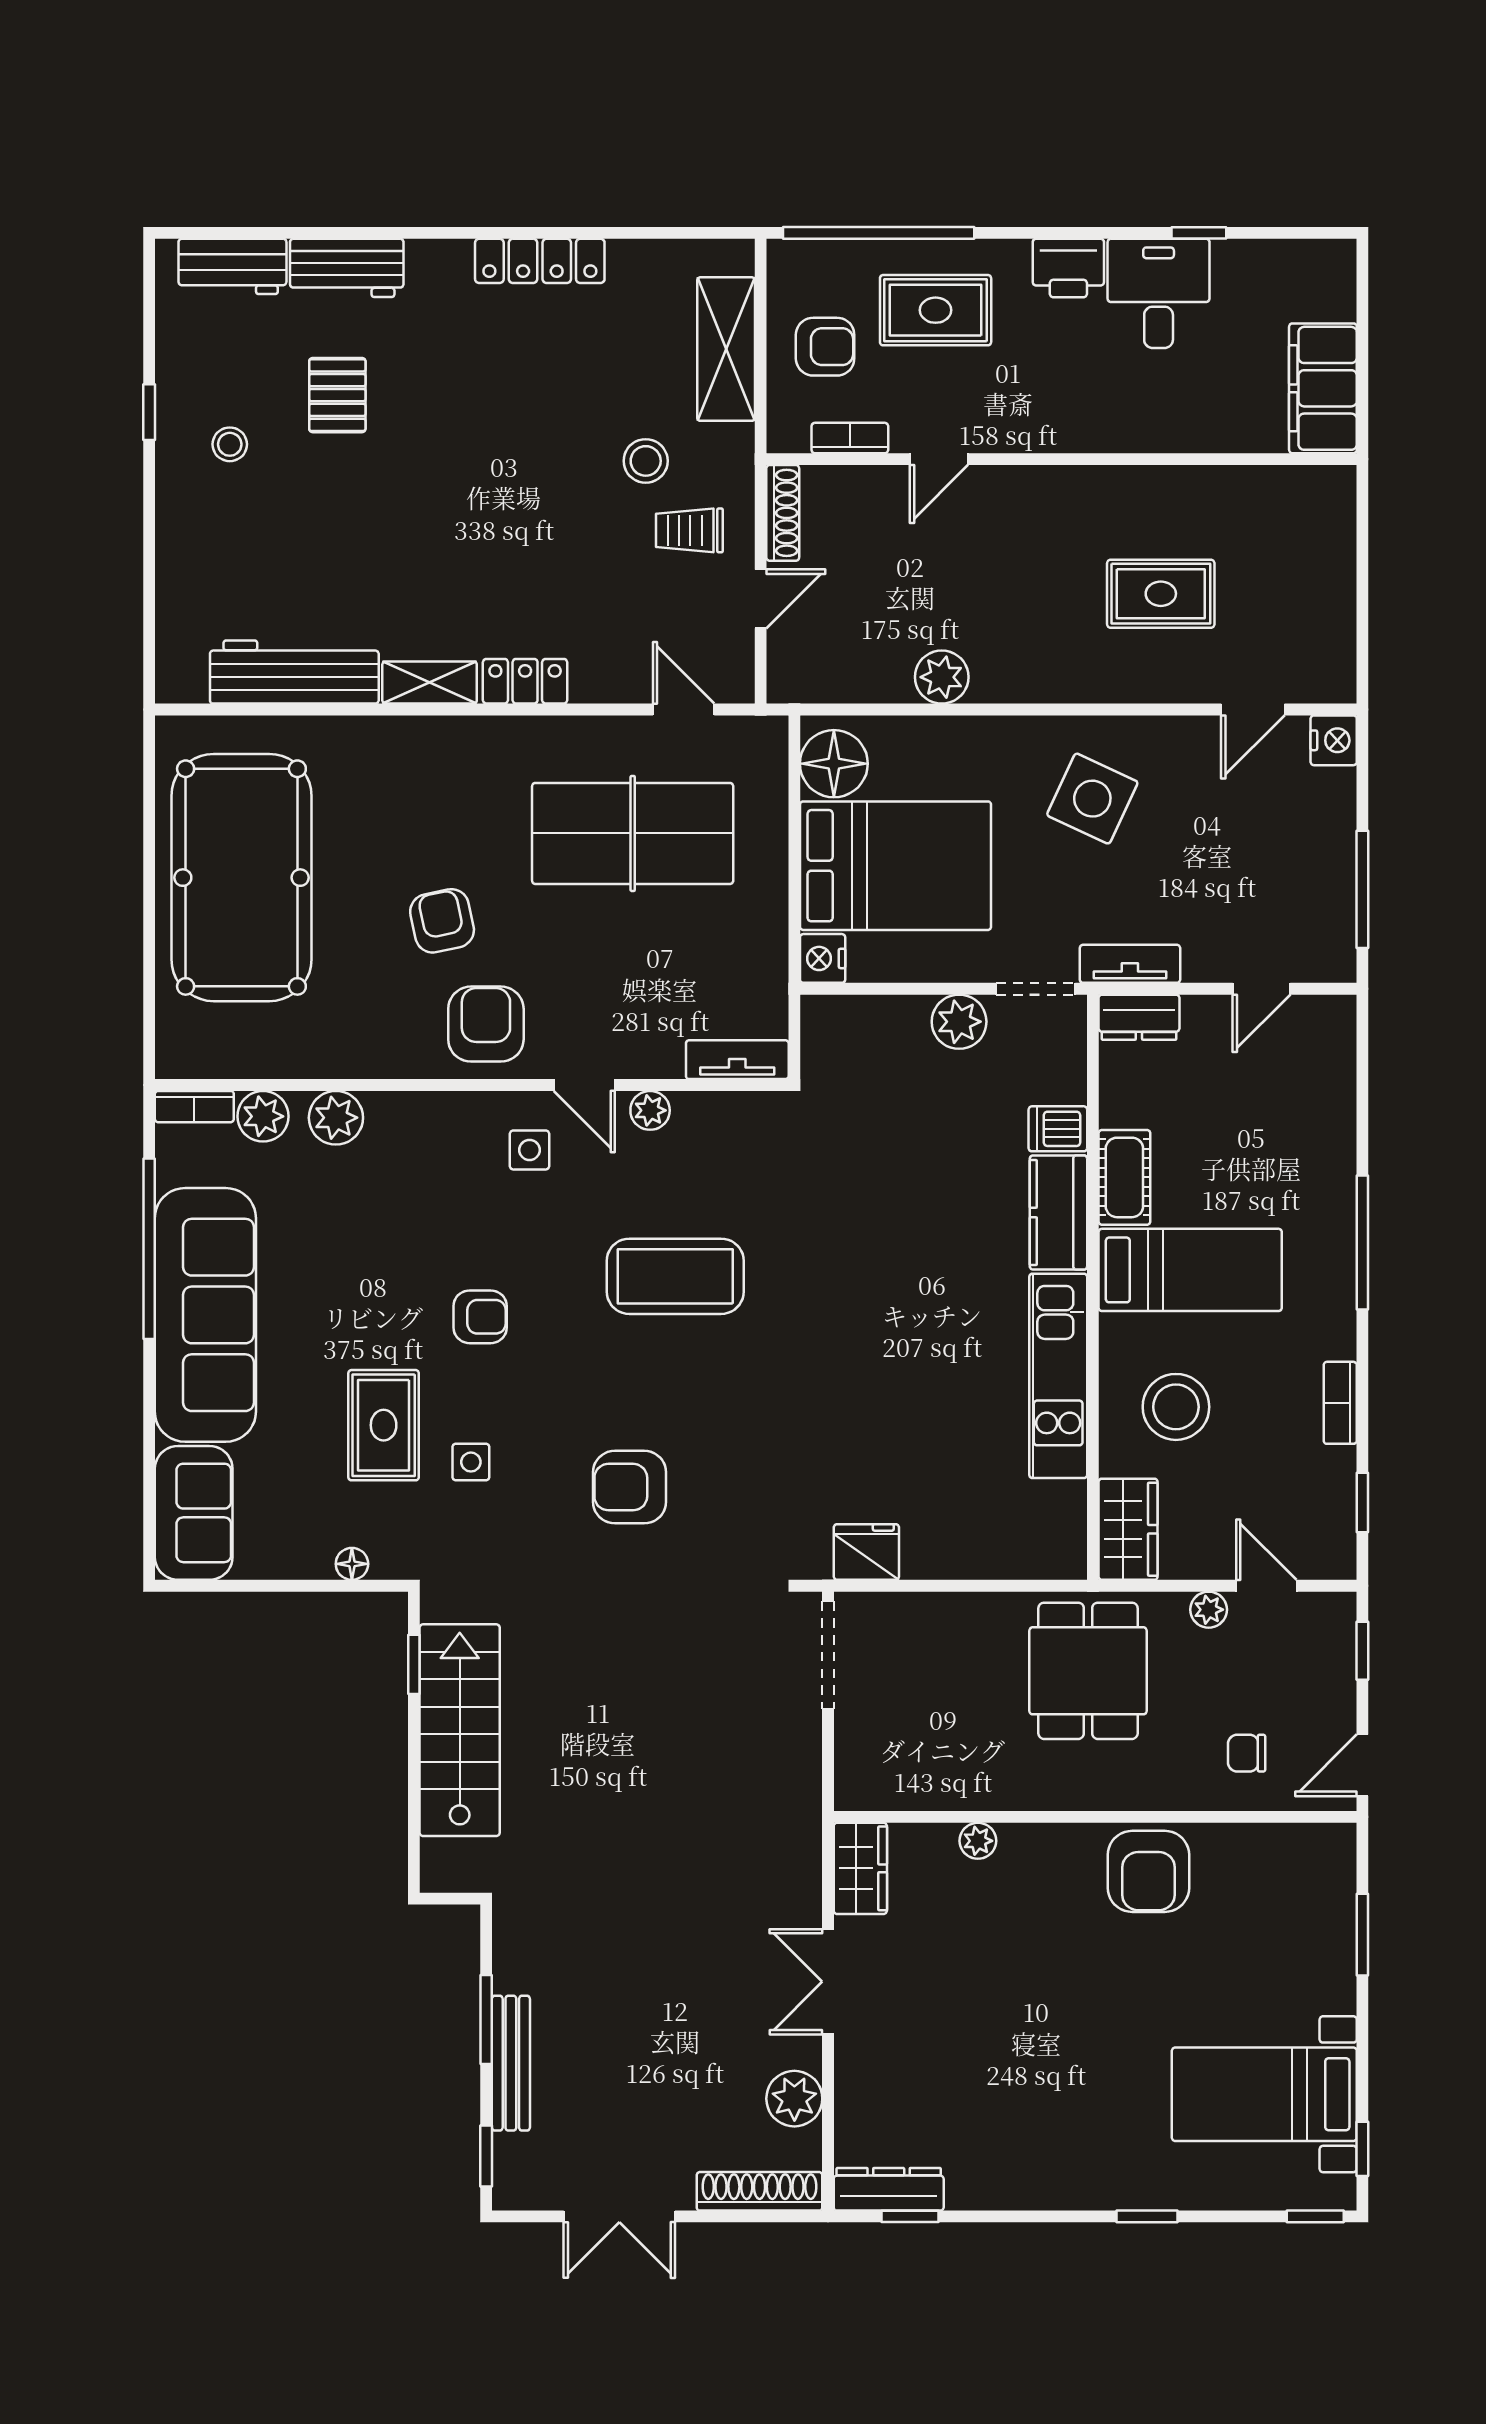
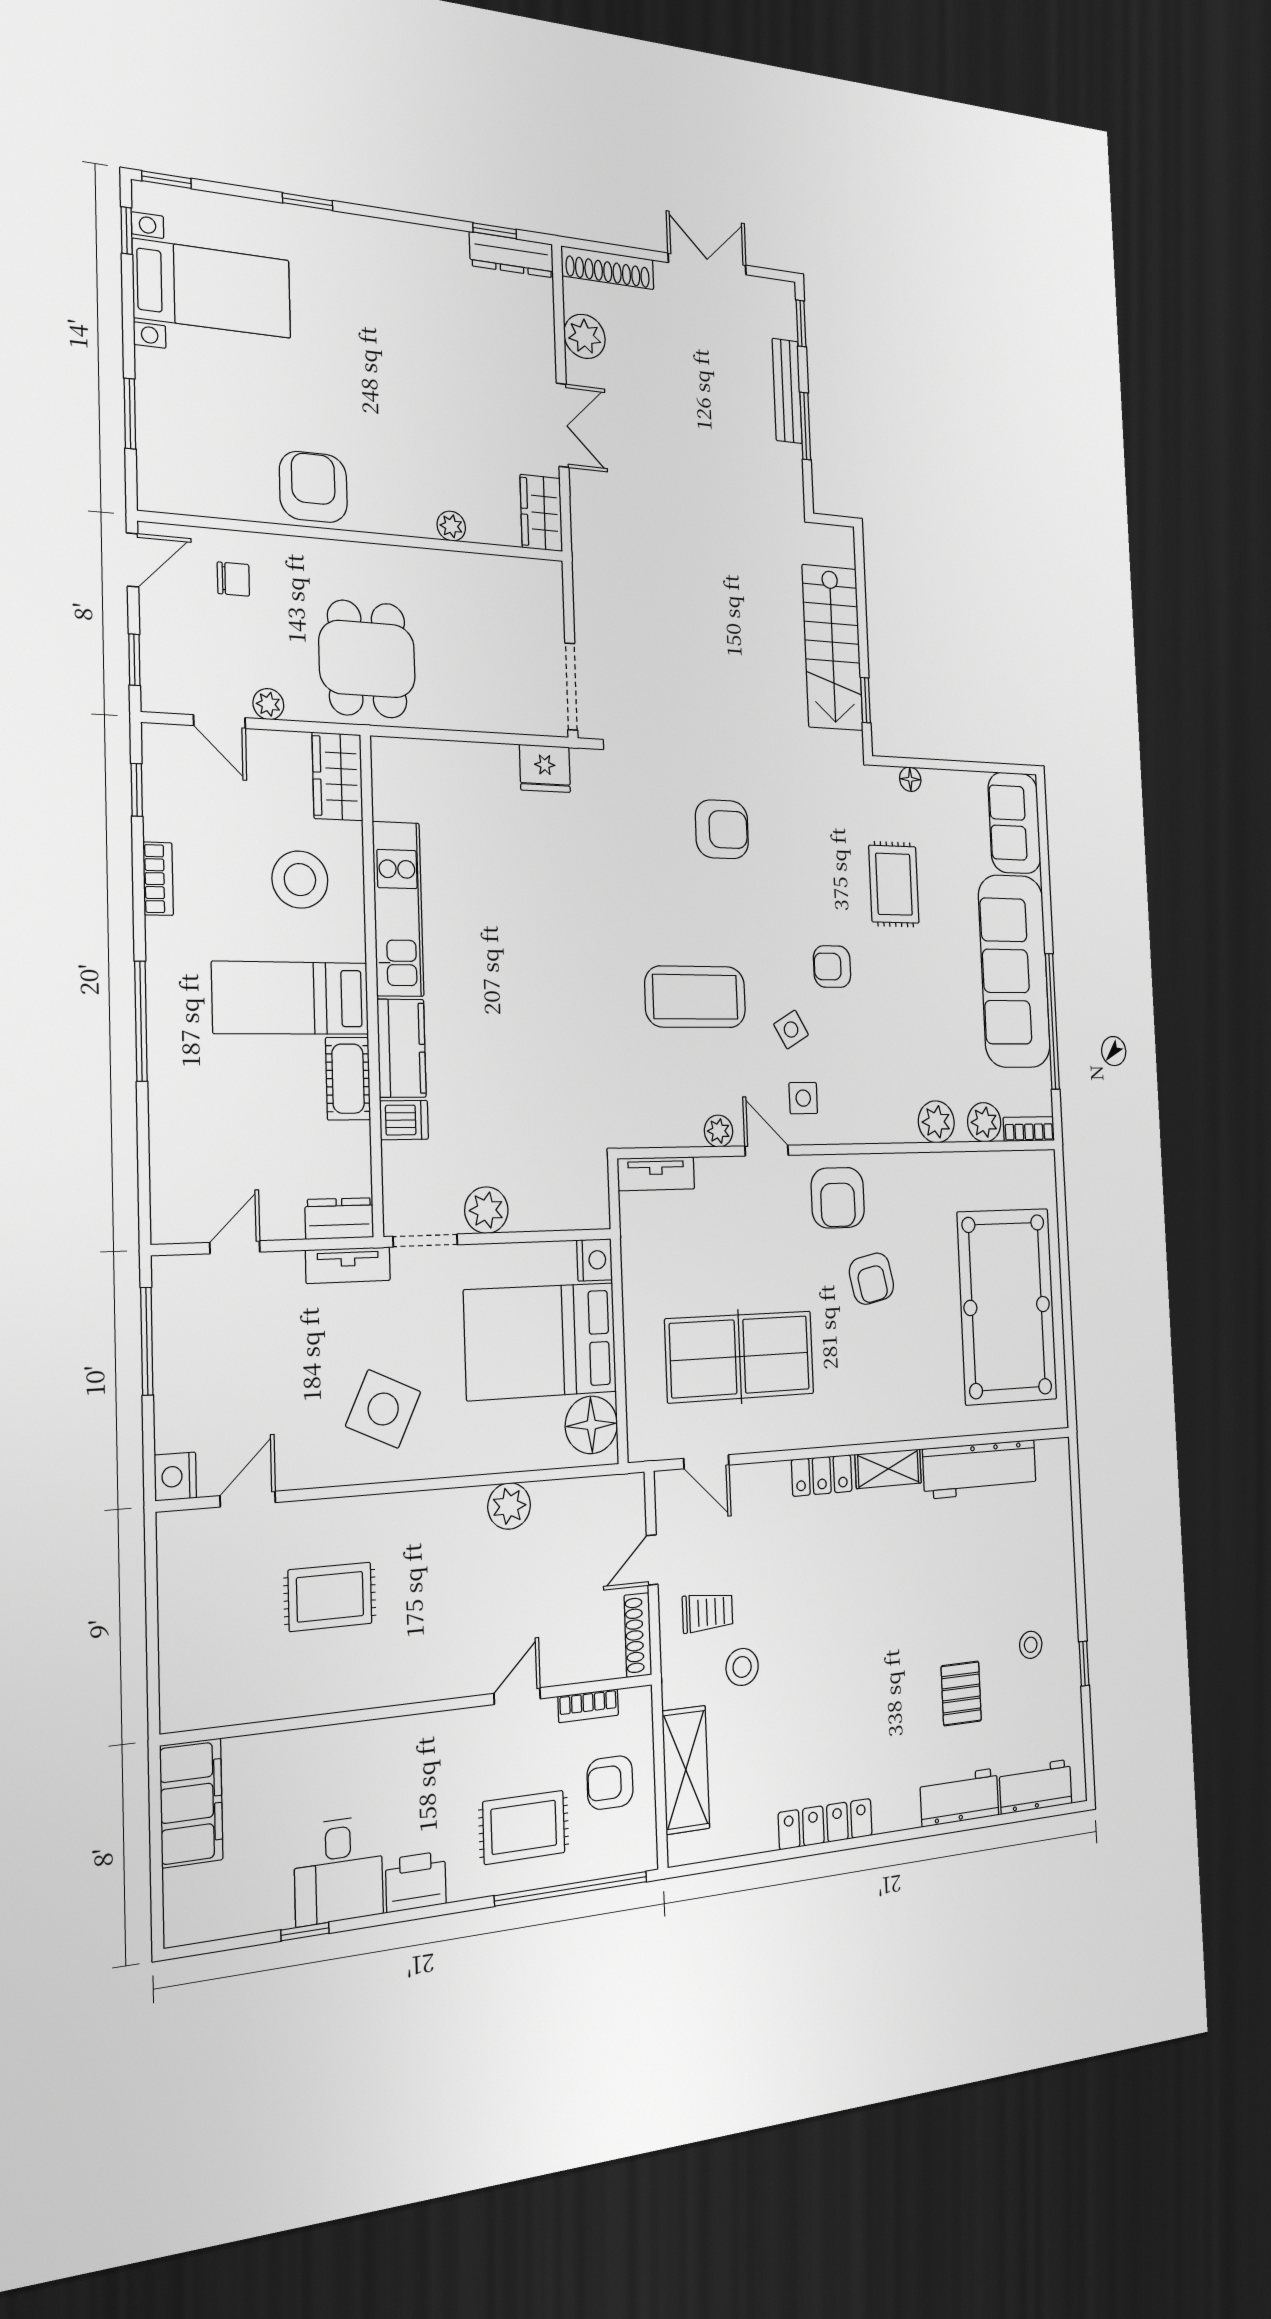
side table: (471, 1462) -> (791, 1030), moved, turned -30

